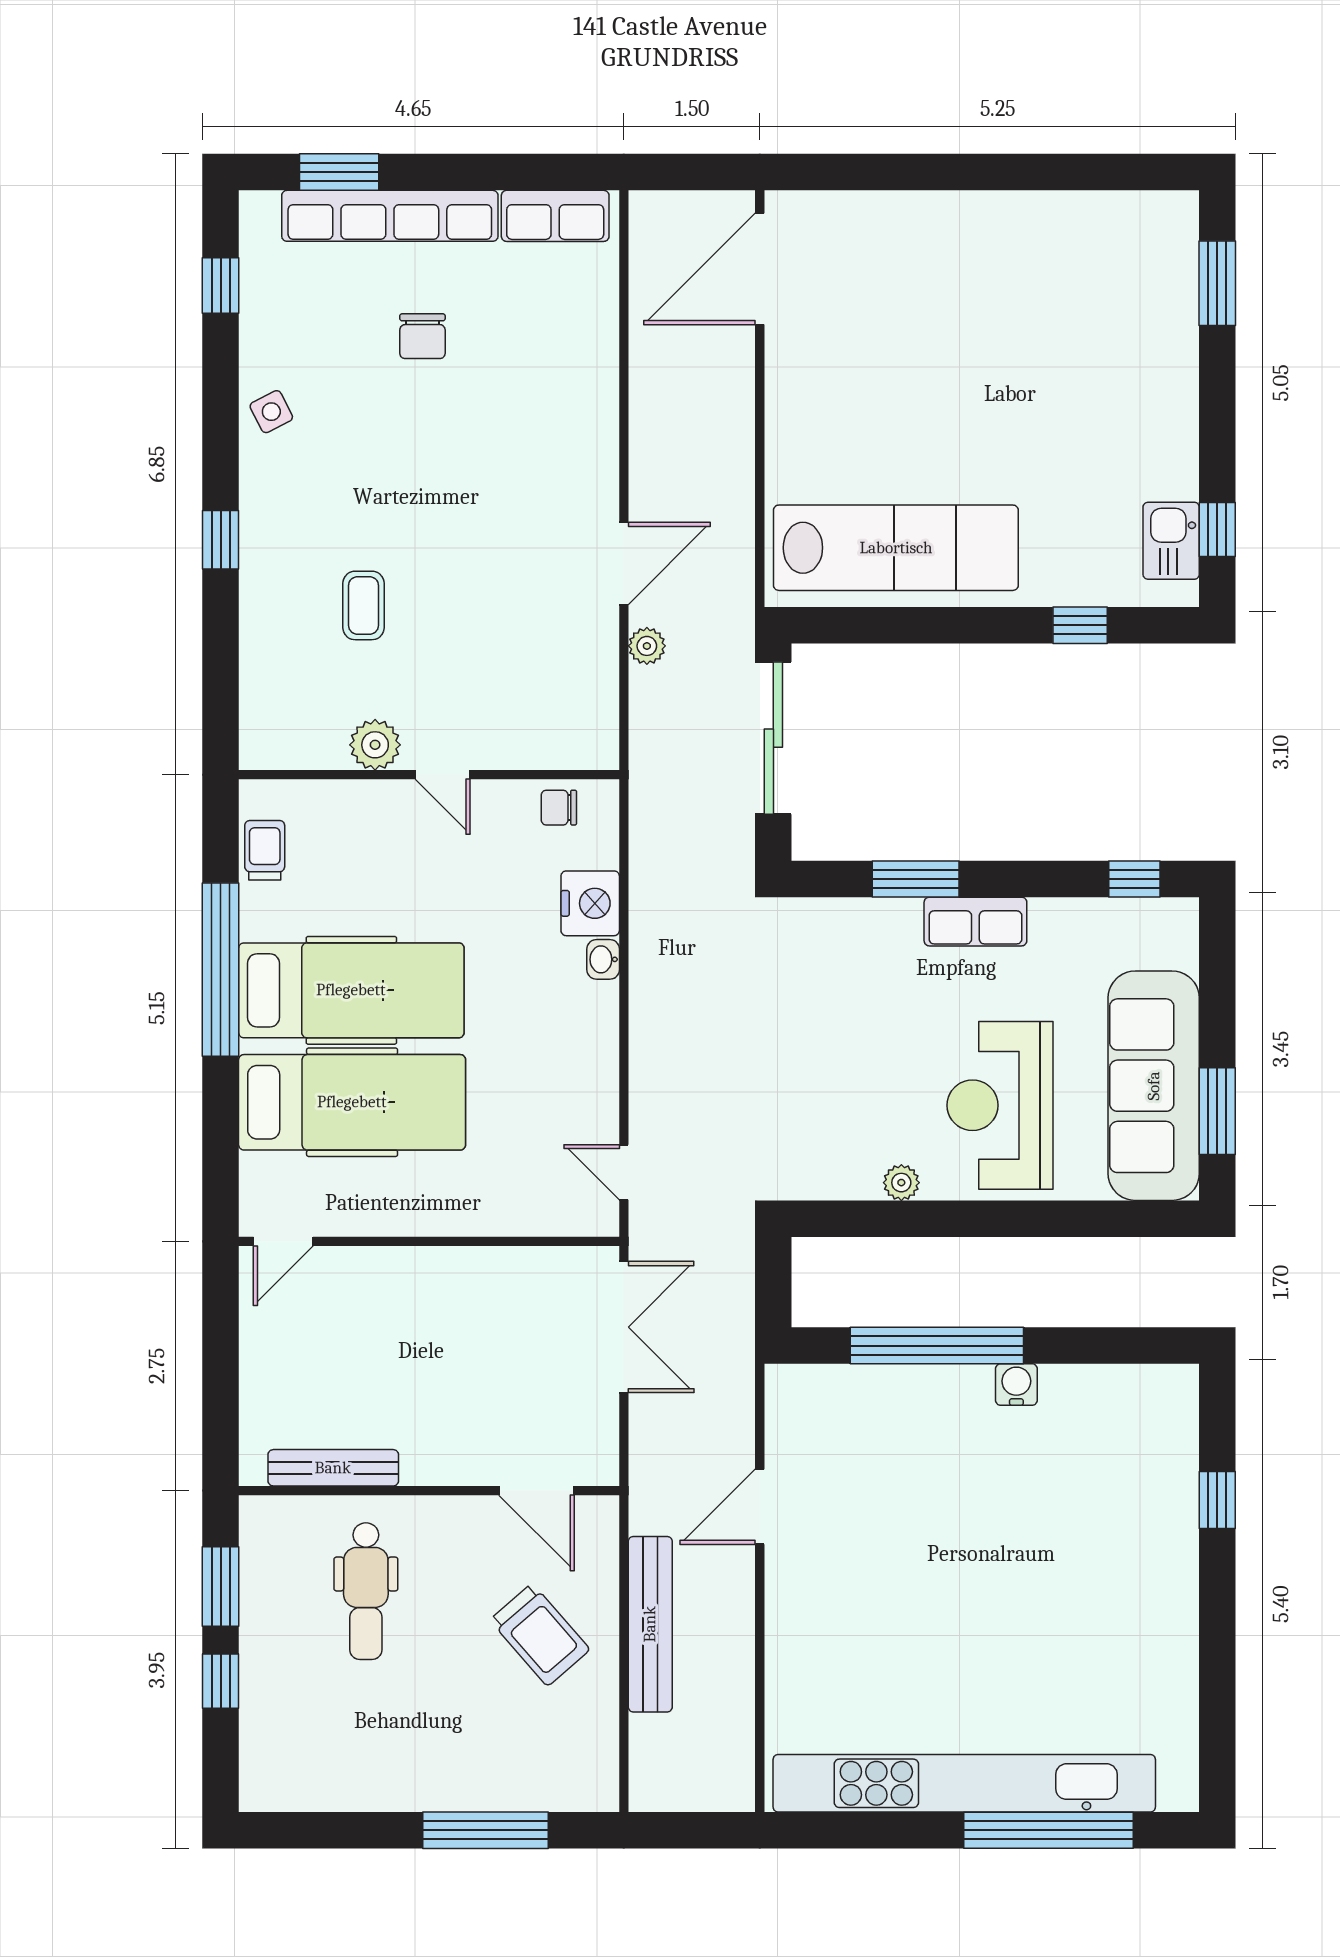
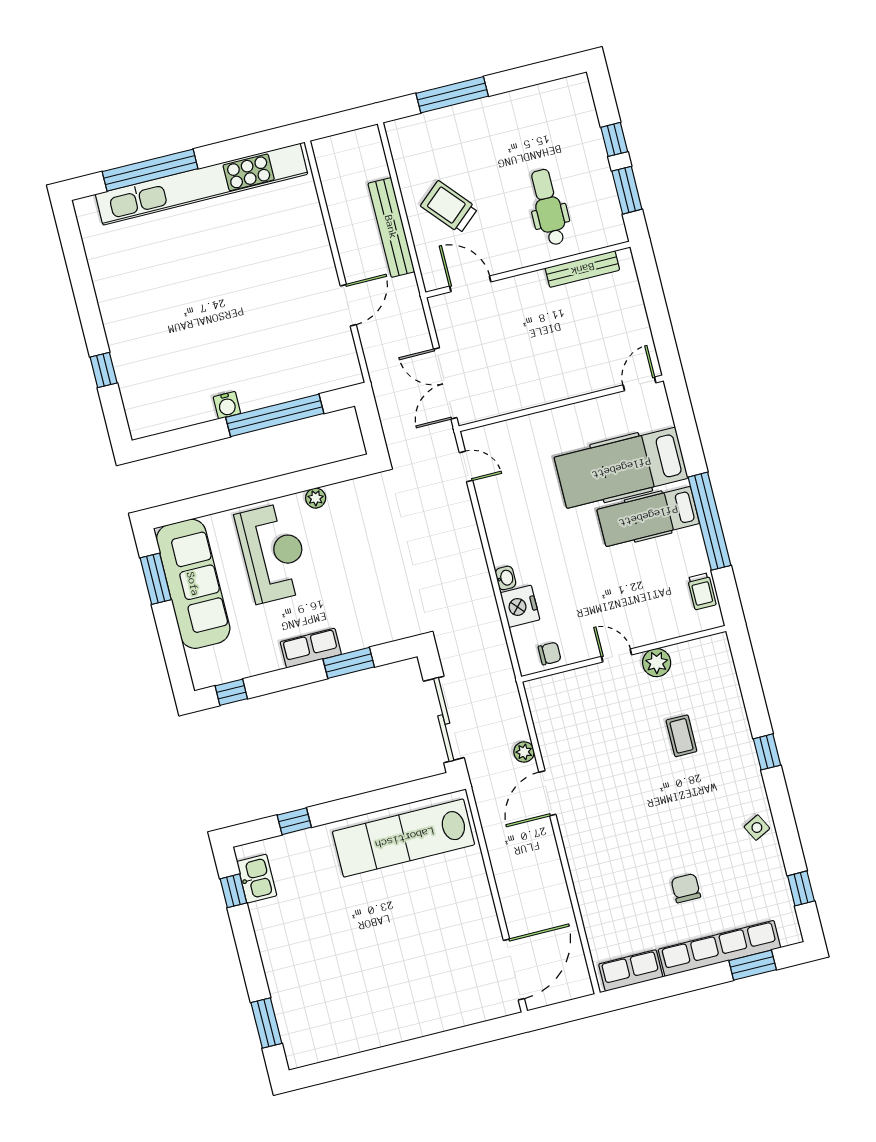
hospital bed: (351, 990) -> (648, 516), width x0.73, depth x0.78

